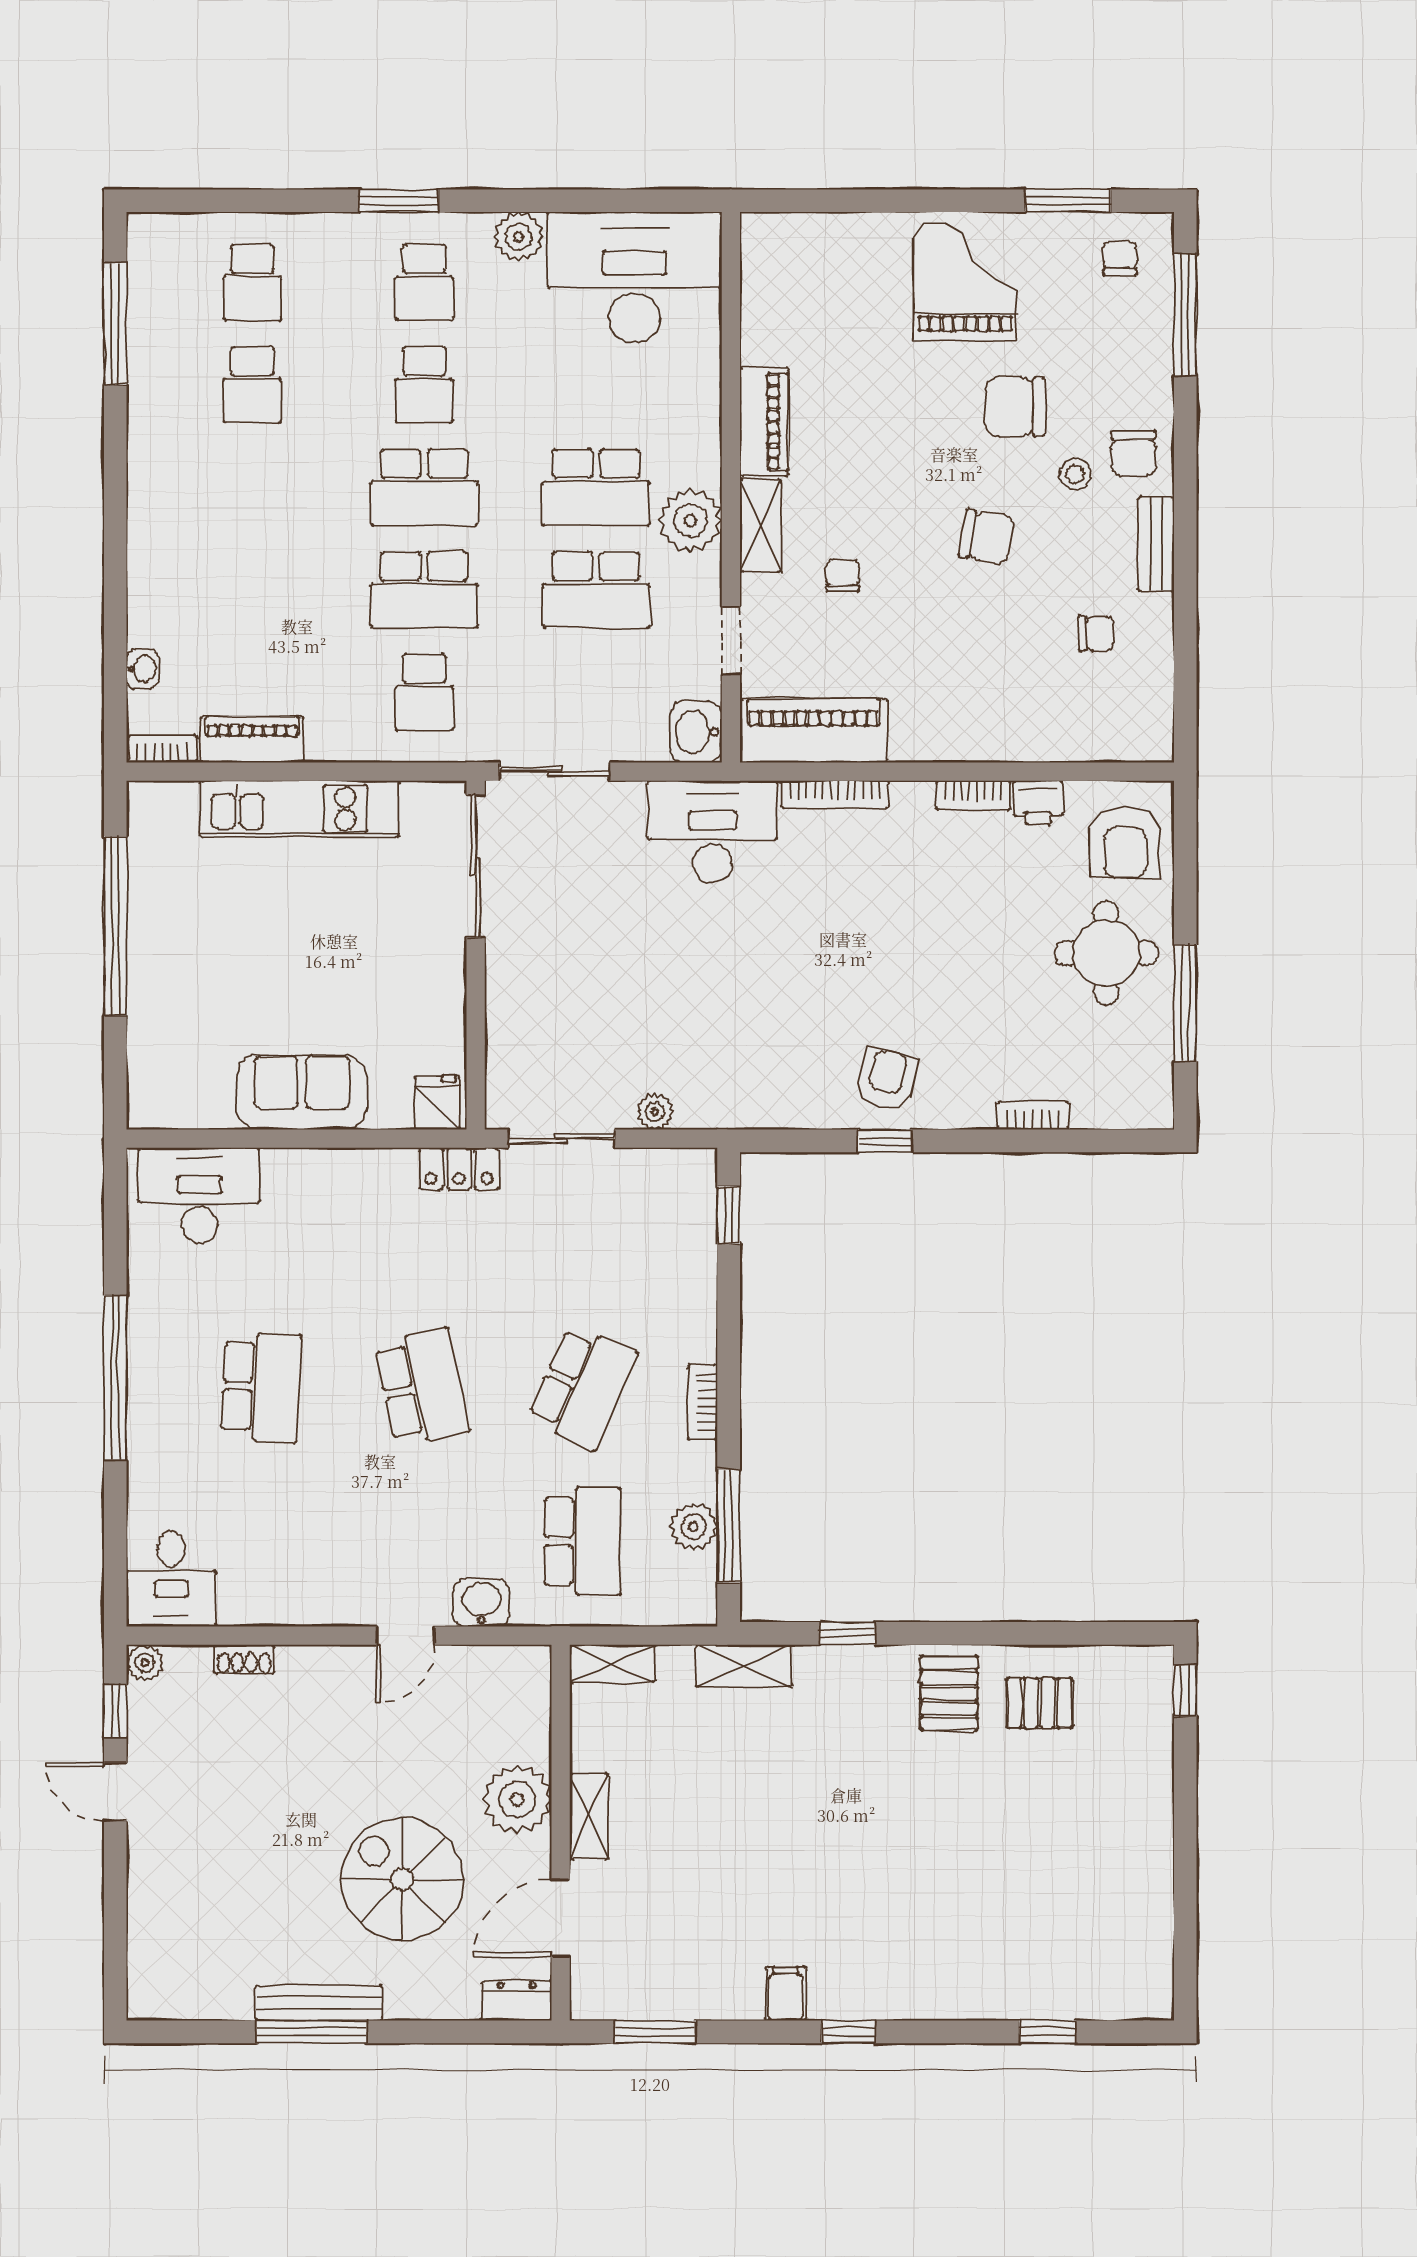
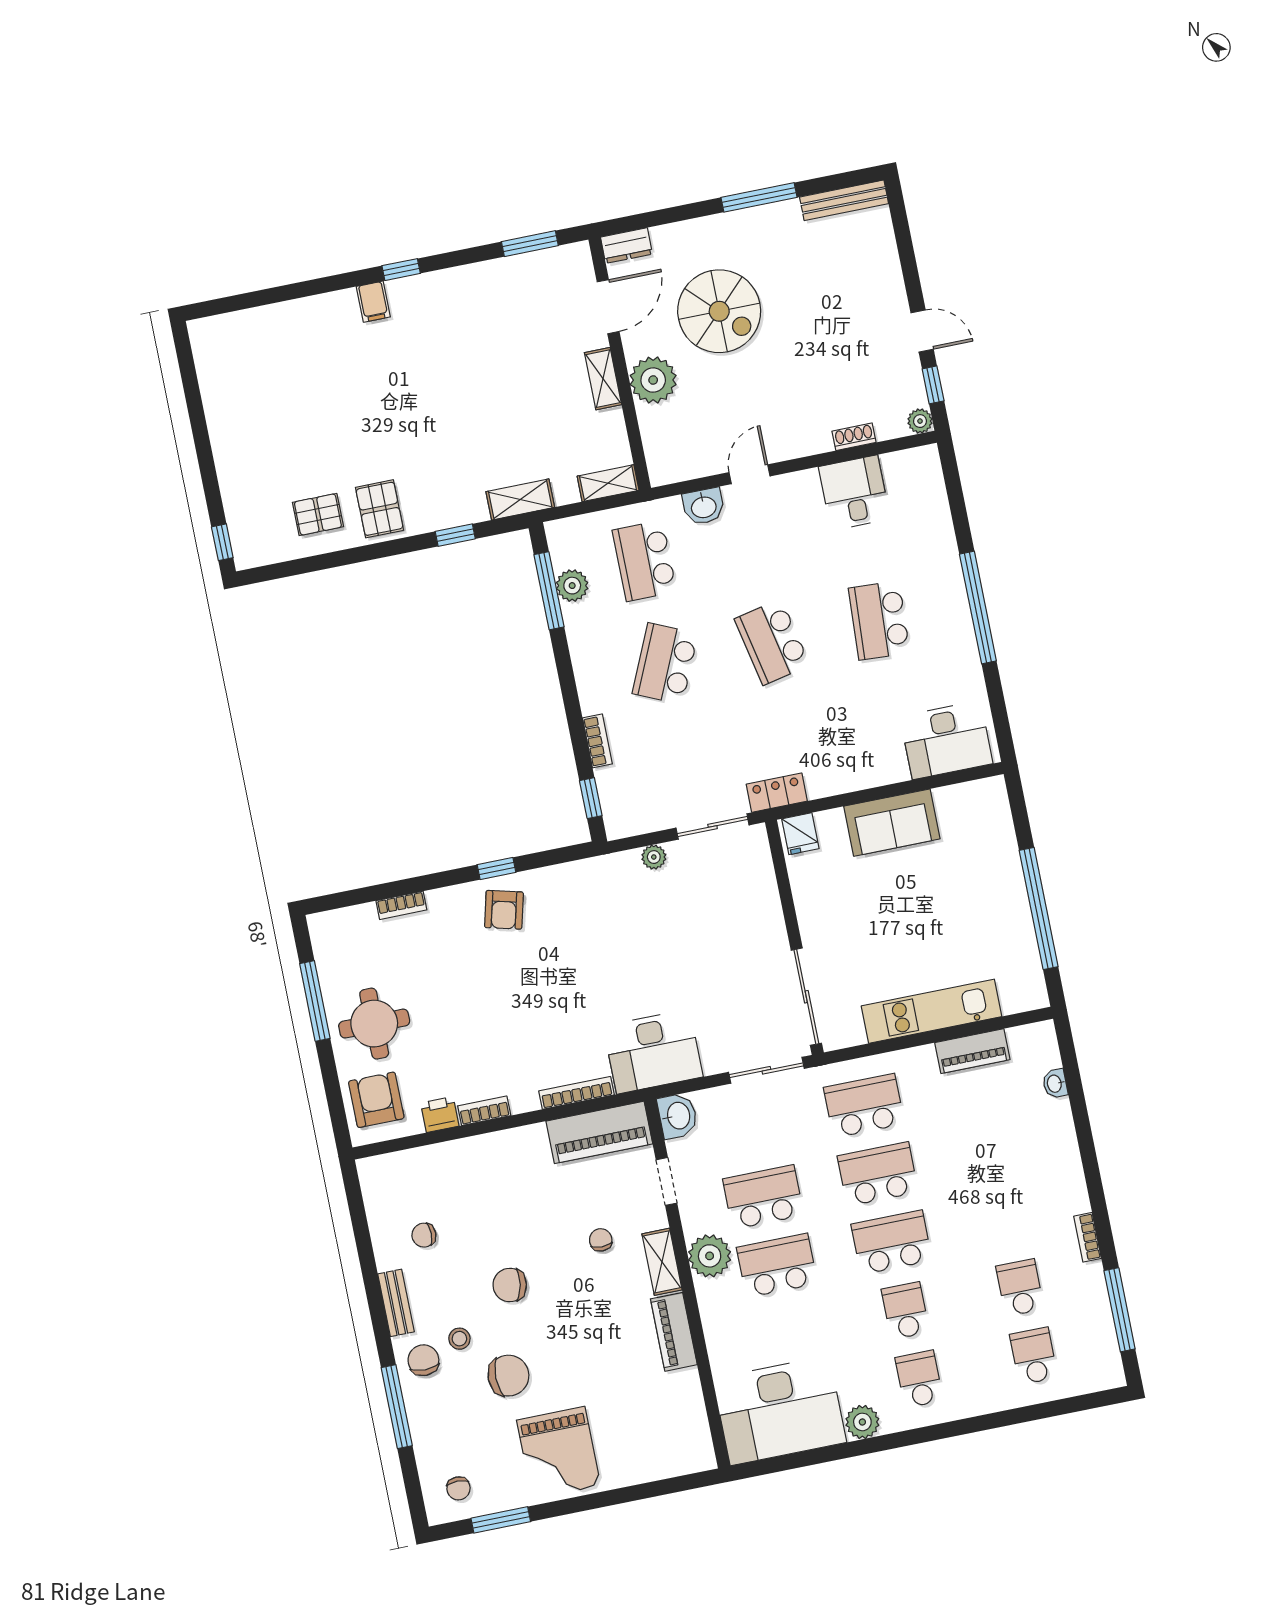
window: (399, 201) -> (947, 1430), removed
window: (1185, 315) -> (397, 1407), moved
chair: (843, 575) -> (601, 1240), turned 180
school desk: (424, 692) -> (864, 1106), width x1.85
bookcase: (162, 749) -> (1088, 1237), moved, turned 90
bookcase: (702, 1402) -> (597, 741), moved
desk: (171, 1578) -> (854, 493), moved
filing cabinet: (786, 1994) -> (373, 302), moved
bench: (319, 2003) -> (844, 200), moved
window: (1048, 2032) -> (268, 296), removed

